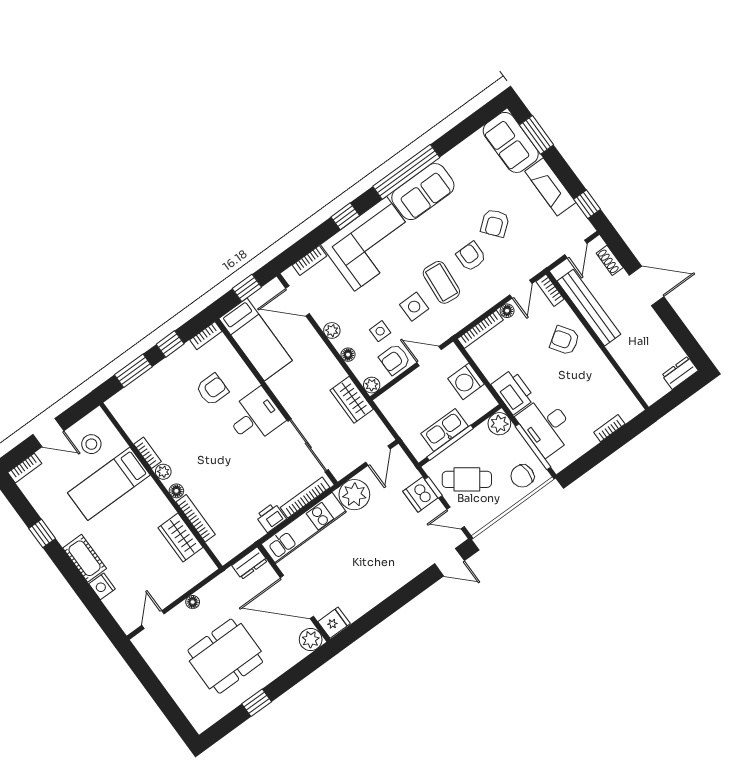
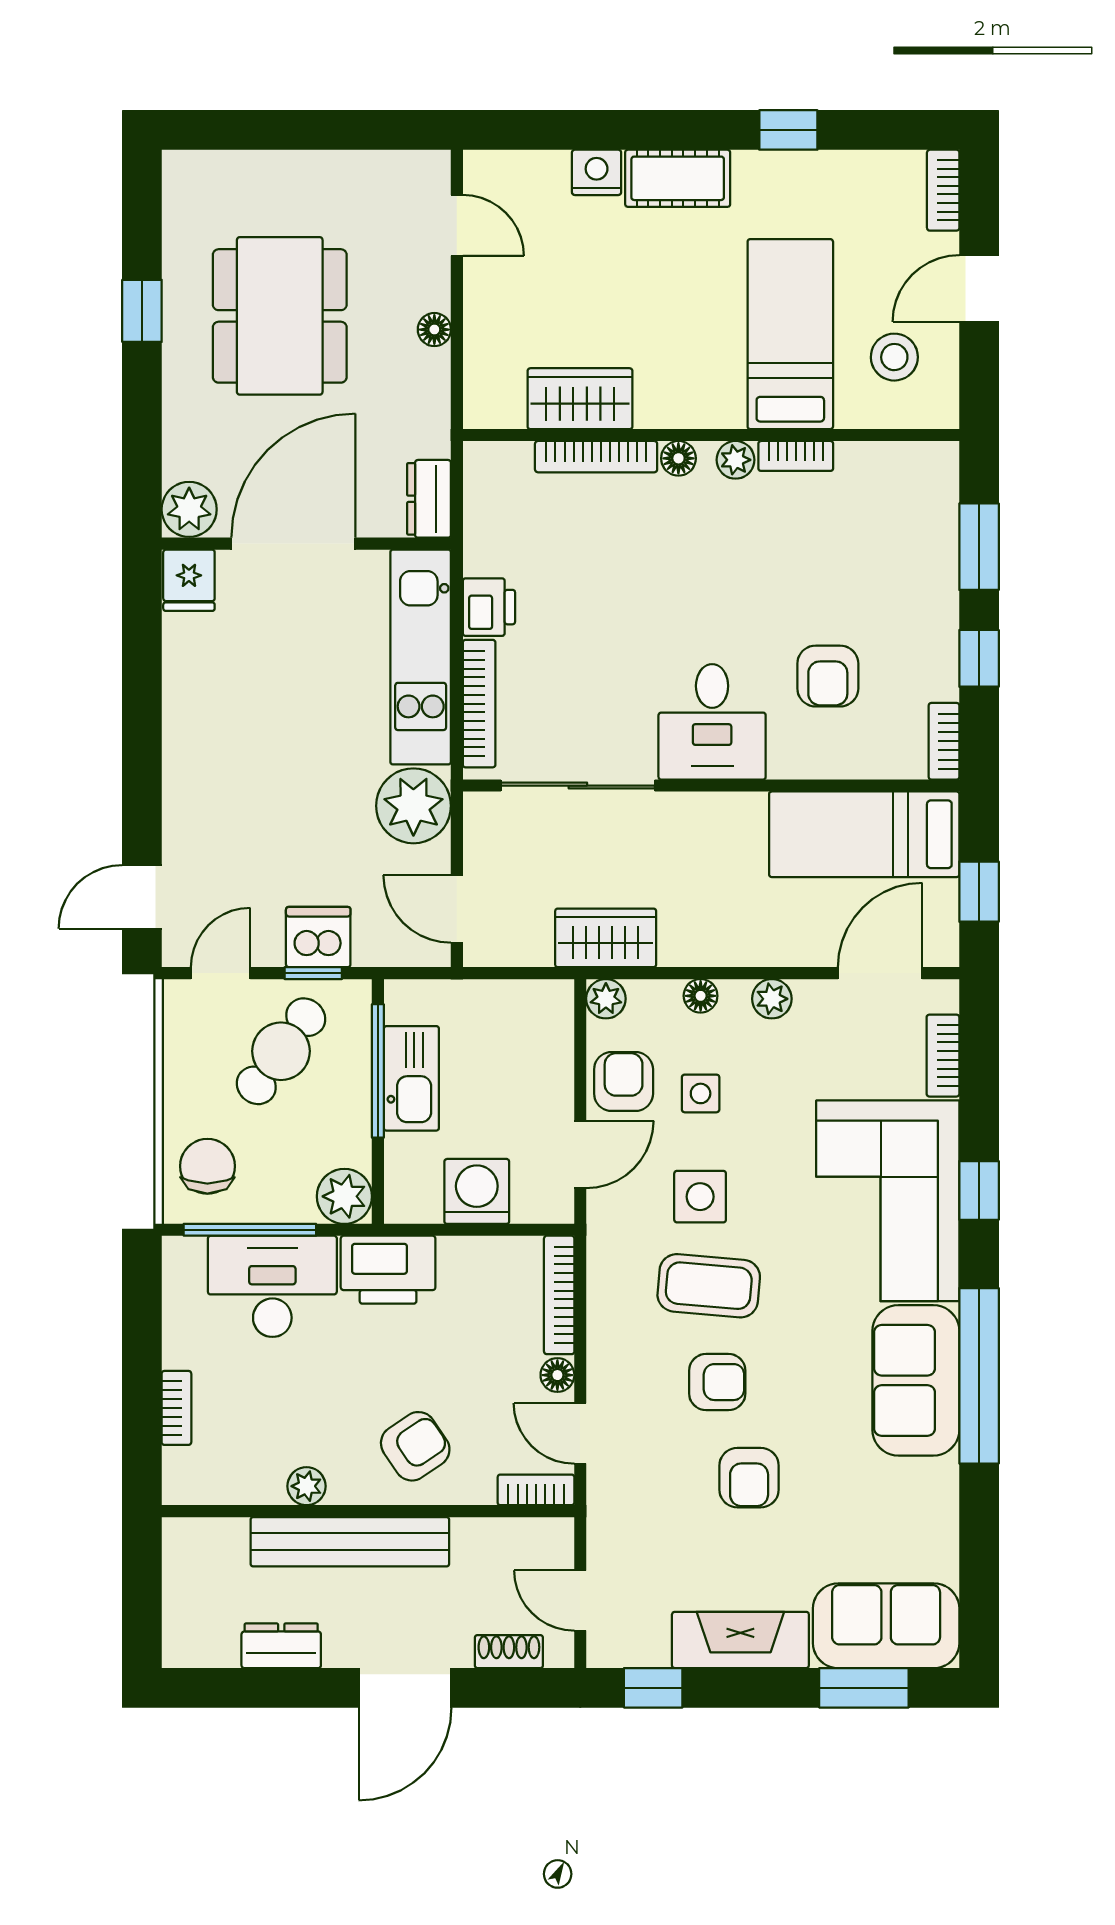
armchair: (495, 223) -> (749, 1478), turned -141
bench: (589, 308) -> (350, 1542), moved
plant: (604, 367) -> (307, 1486), added
dresser: (680, 373) -> (281, 1646), moved, turned -90

